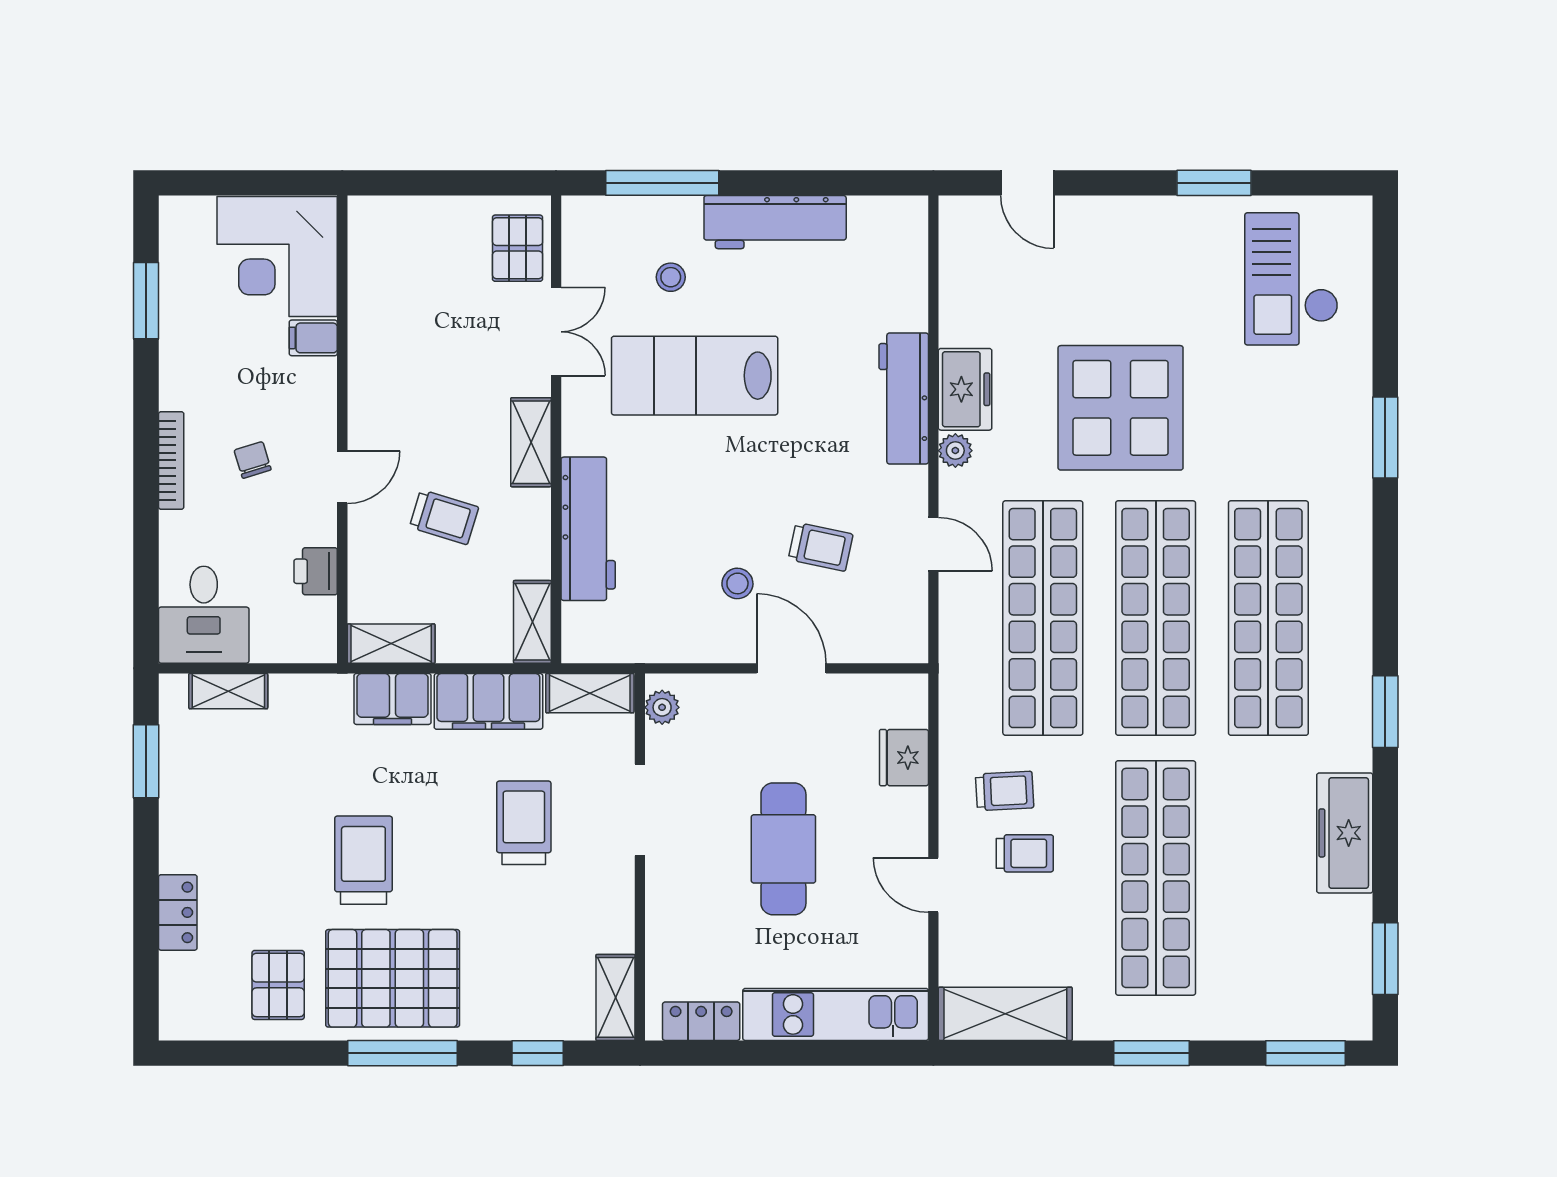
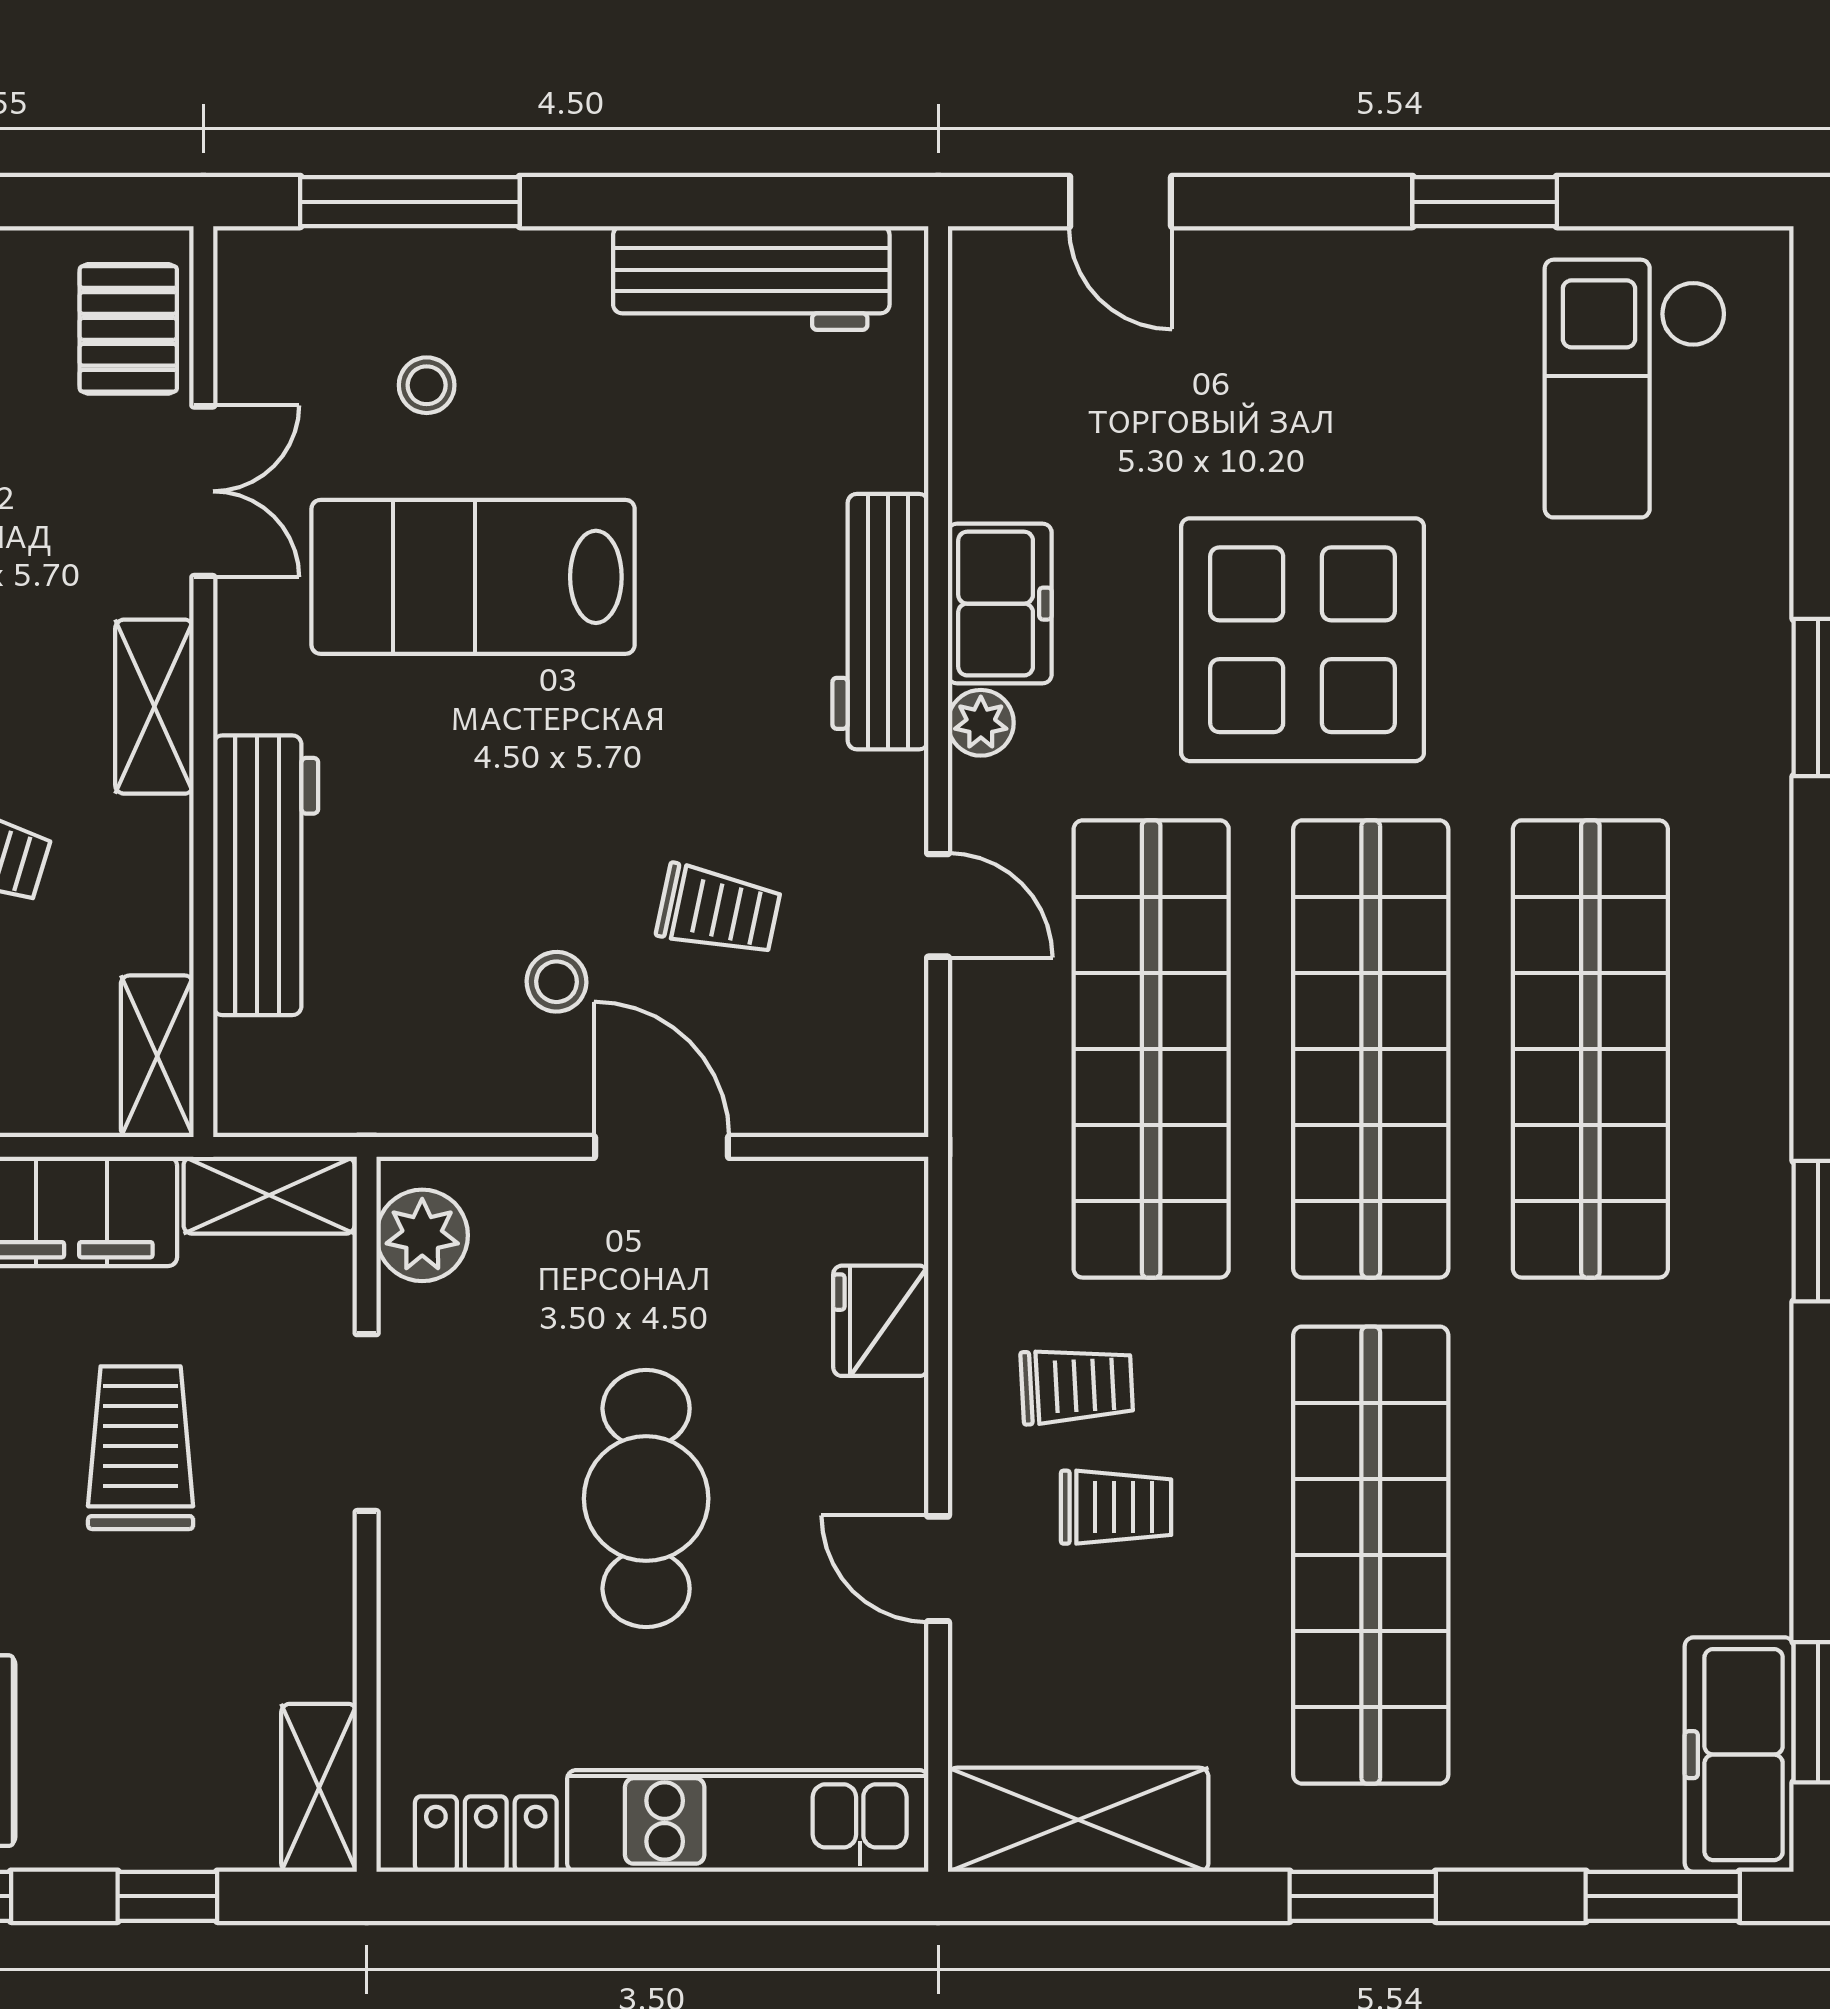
workbench: (775, 222) -> (751, 278), moved
plant: (662, 707) -> (422, 1235), width x1.38, depth x1.38
freezer: (1345, 833) -> (1739, 1755), moved

